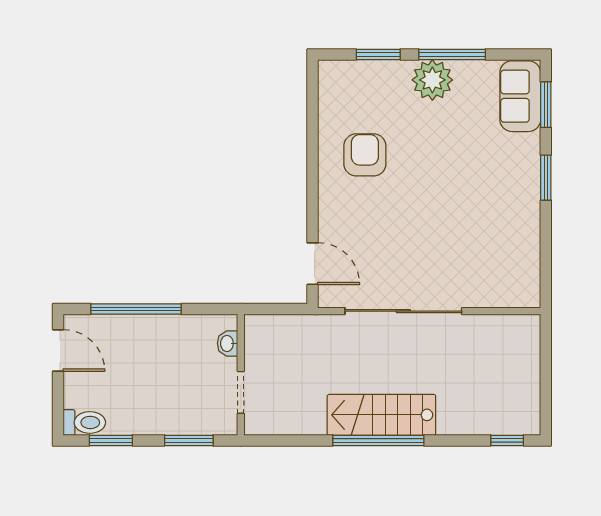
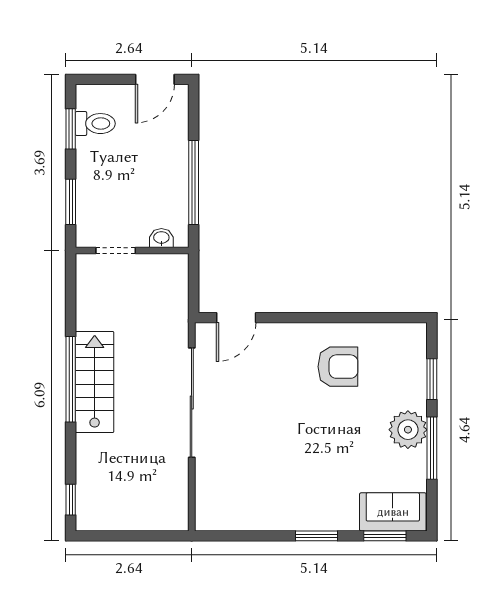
window: (136, 309) -> (194, 182), moved
toilet: (84, 422) -> (95, 124), moved, turned -90

